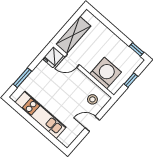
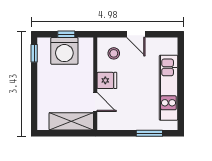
fridge: (53, 57) -> (107, 80), moved
washing machine: (106, 73) -> (64, 51), moved, turned -90

